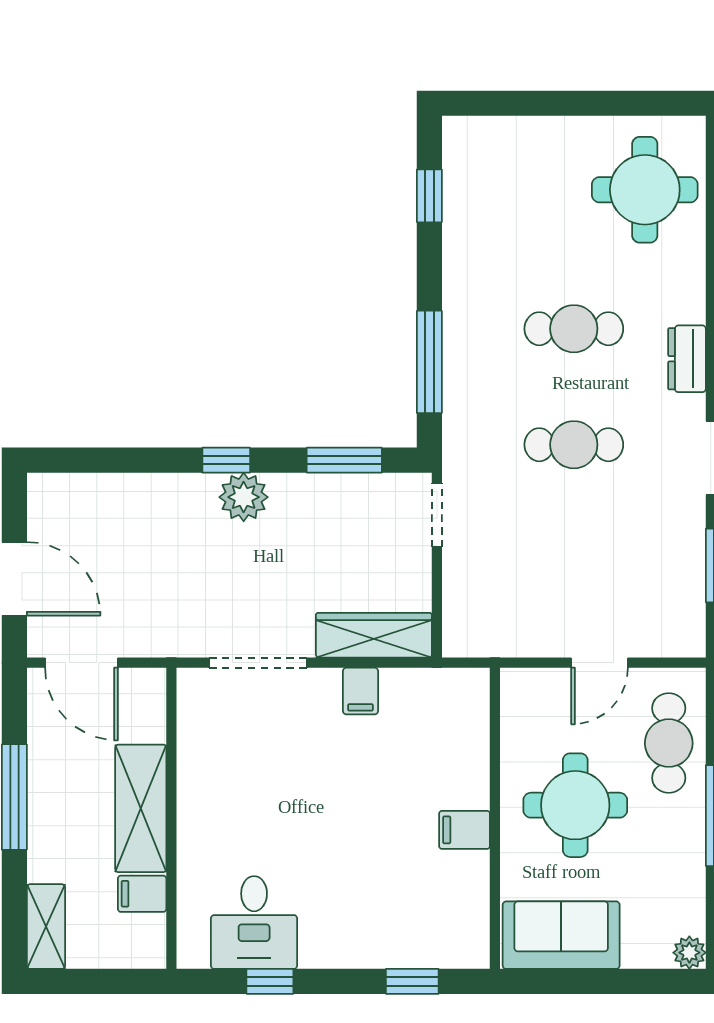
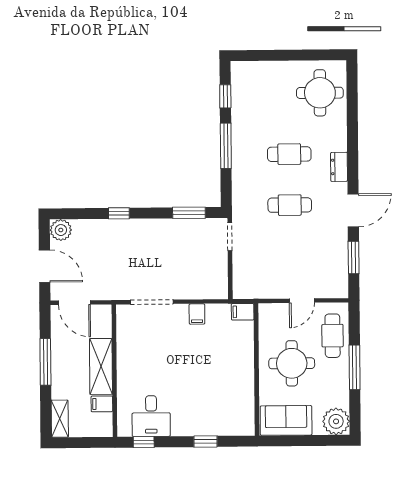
window: (429, 362) -> (226, 146), moved
window: (226, 460) -> (119, 213), moved
plant: (244, 497) -> (61, 230), moved
wardrobe: (374, 635) -> (203, 289), removed
filing cabinet: (465, 830) -> (243, 312), moved
plant: (689, 953) -> (336, 421), width x1.88, depth x1.88
window: (270, 981) -> (144, 442), moved
window: (412, 981) -> (205, 441), moved

